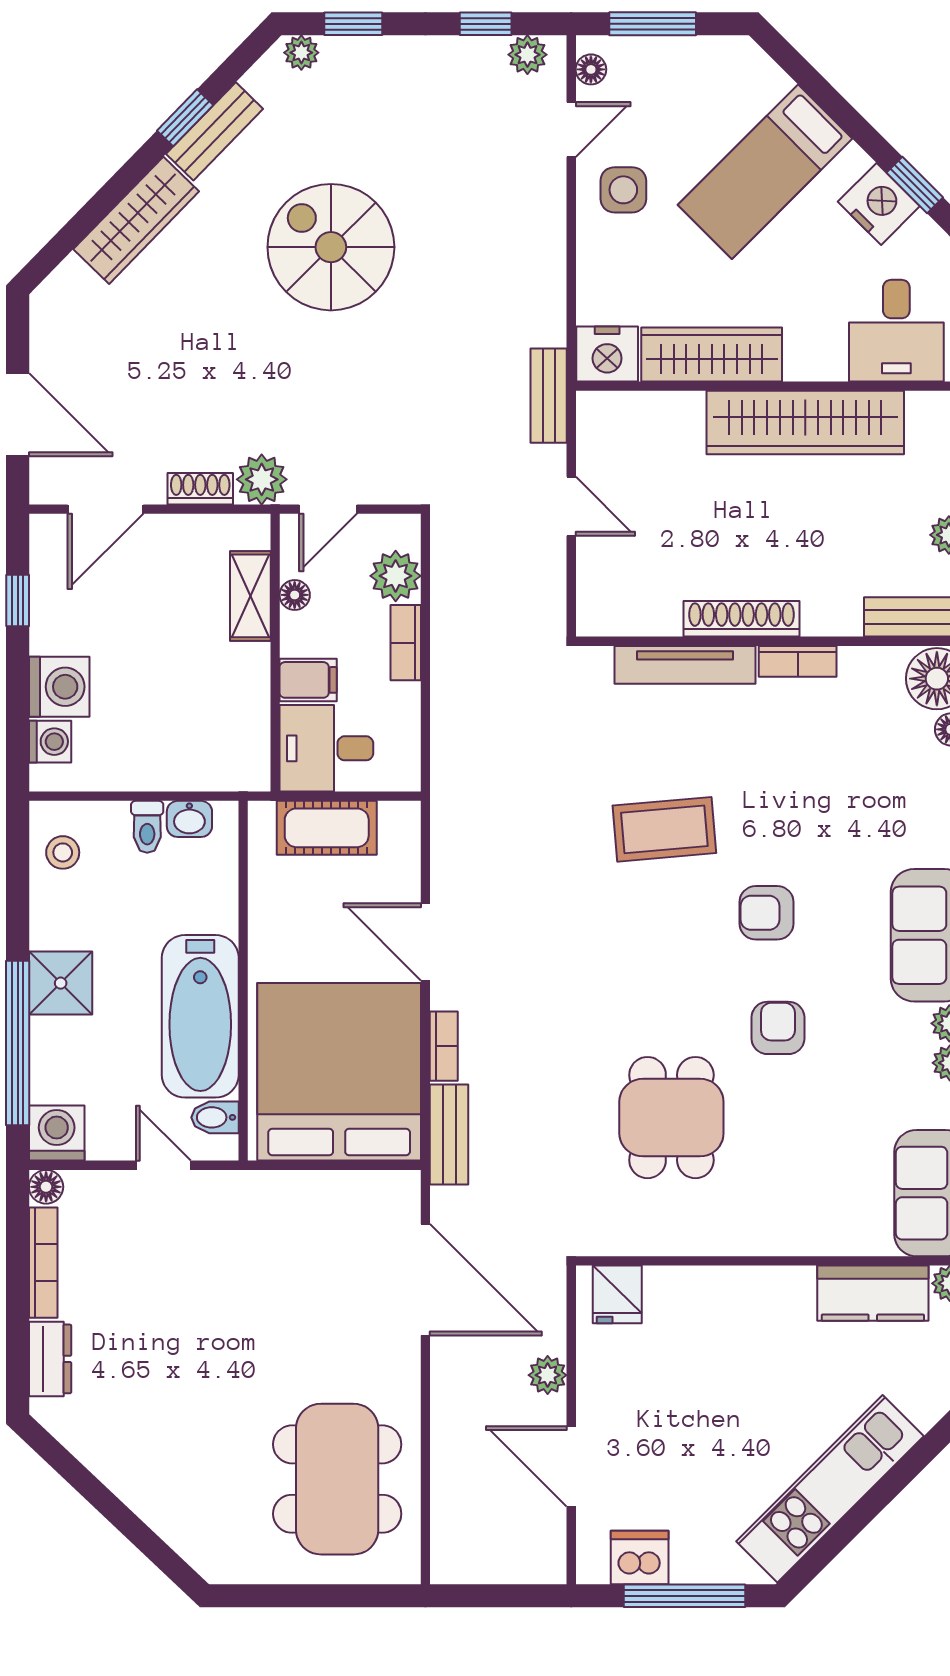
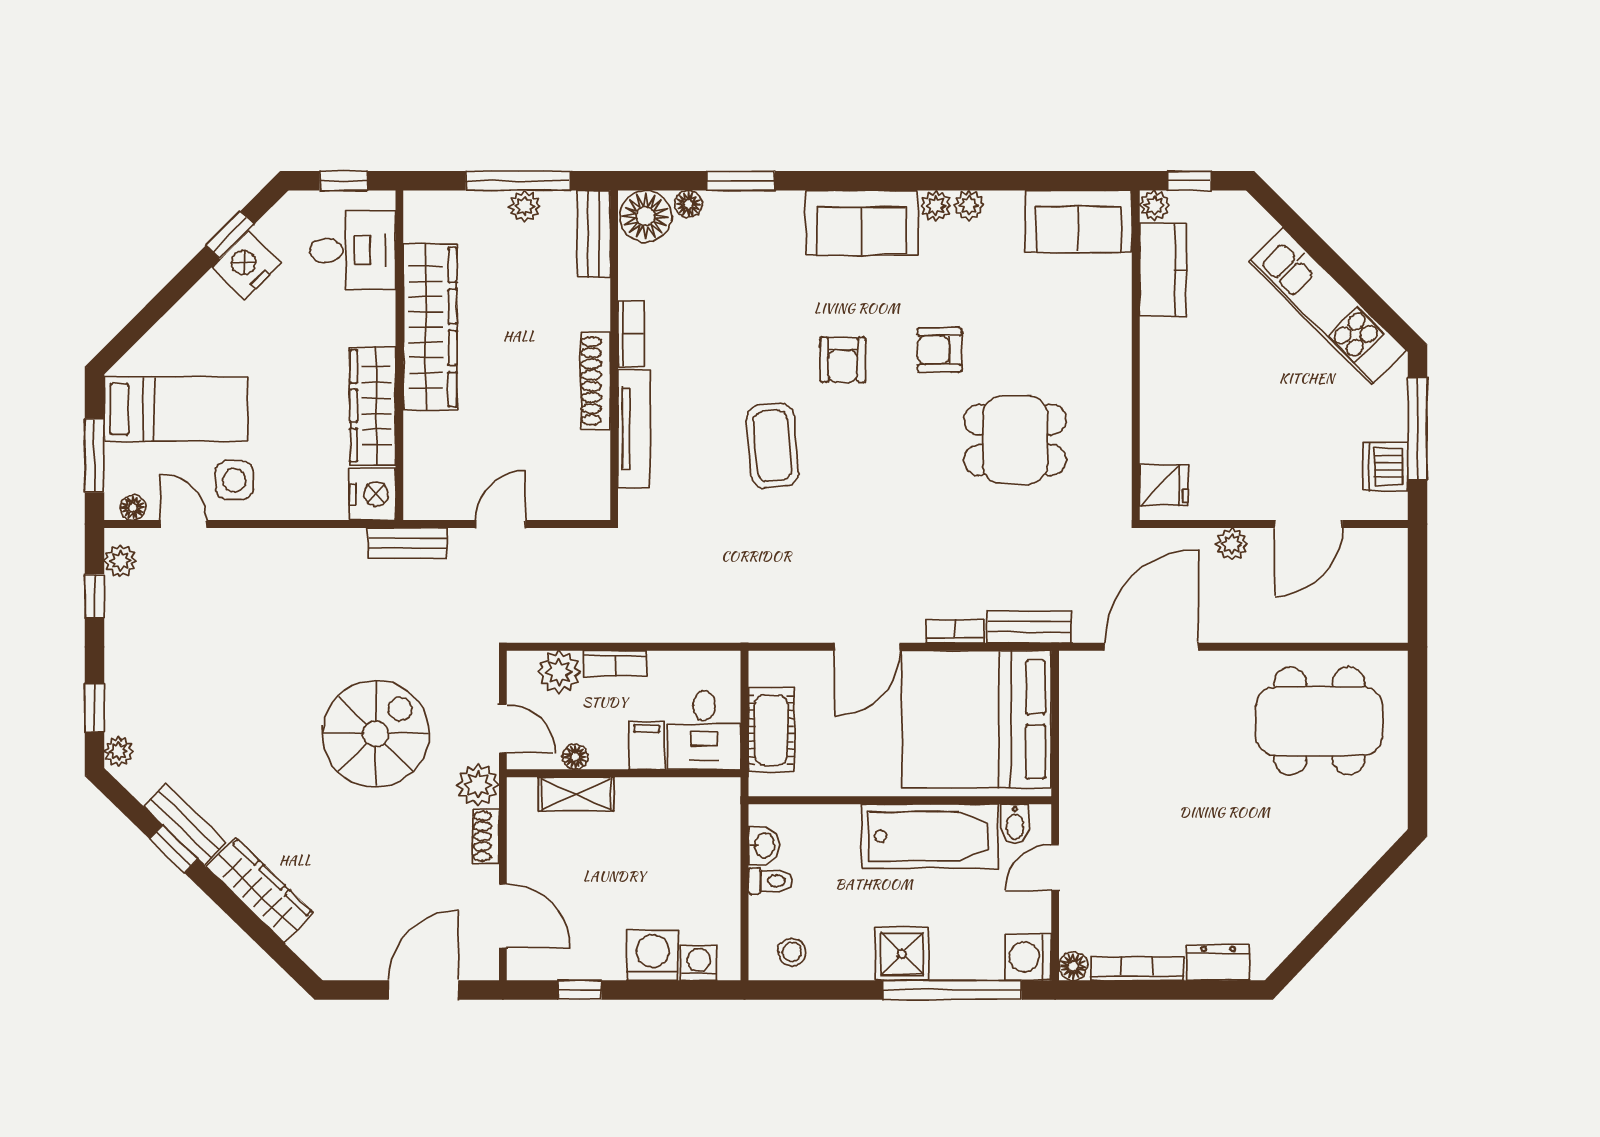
bed: (765, 172) -> (176, 409), moved, turned -45
spiral stairs: (331, 247) -> (376, 734), moved, turned 180

